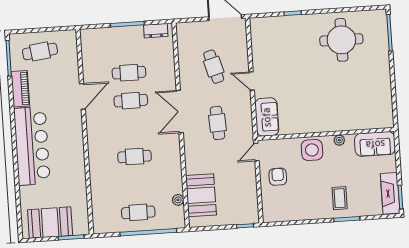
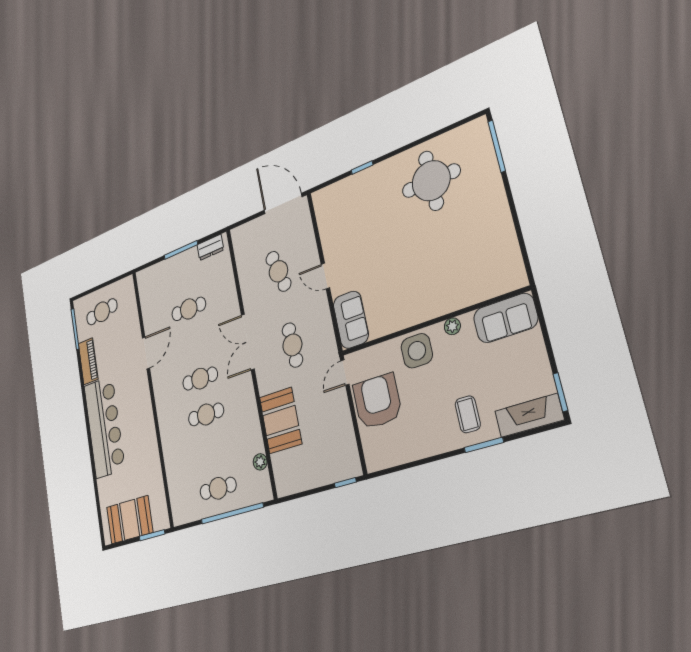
cafe table: (131, 101) -> (200, 379), moved
armchair: (278, 177) -> (377, 401), width x1.88, depth x1.88
fireplace: (390, 193) -> (529, 415), moved, turned 90
booth: (201, 195) -> (281, 421), moved

